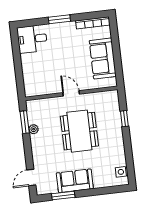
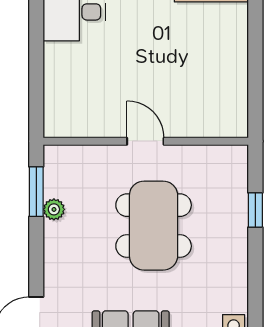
sofa: (103, 59) -> (223, 73), removed

